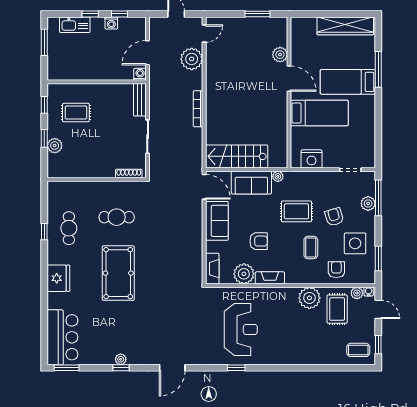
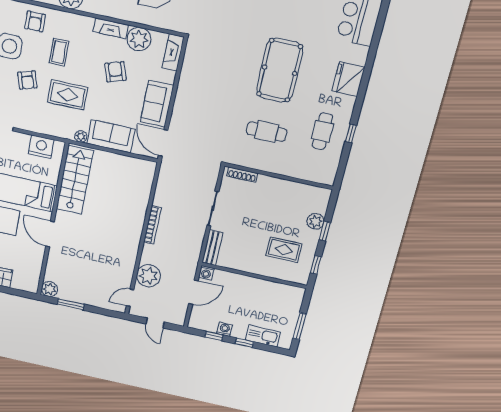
plant: (280, 55) -> (49, 289), moved
stairs: (237, 156) -> (75, 180), moved, turned -90
armchair: (259, 241) -> (115, 72), turned 72

